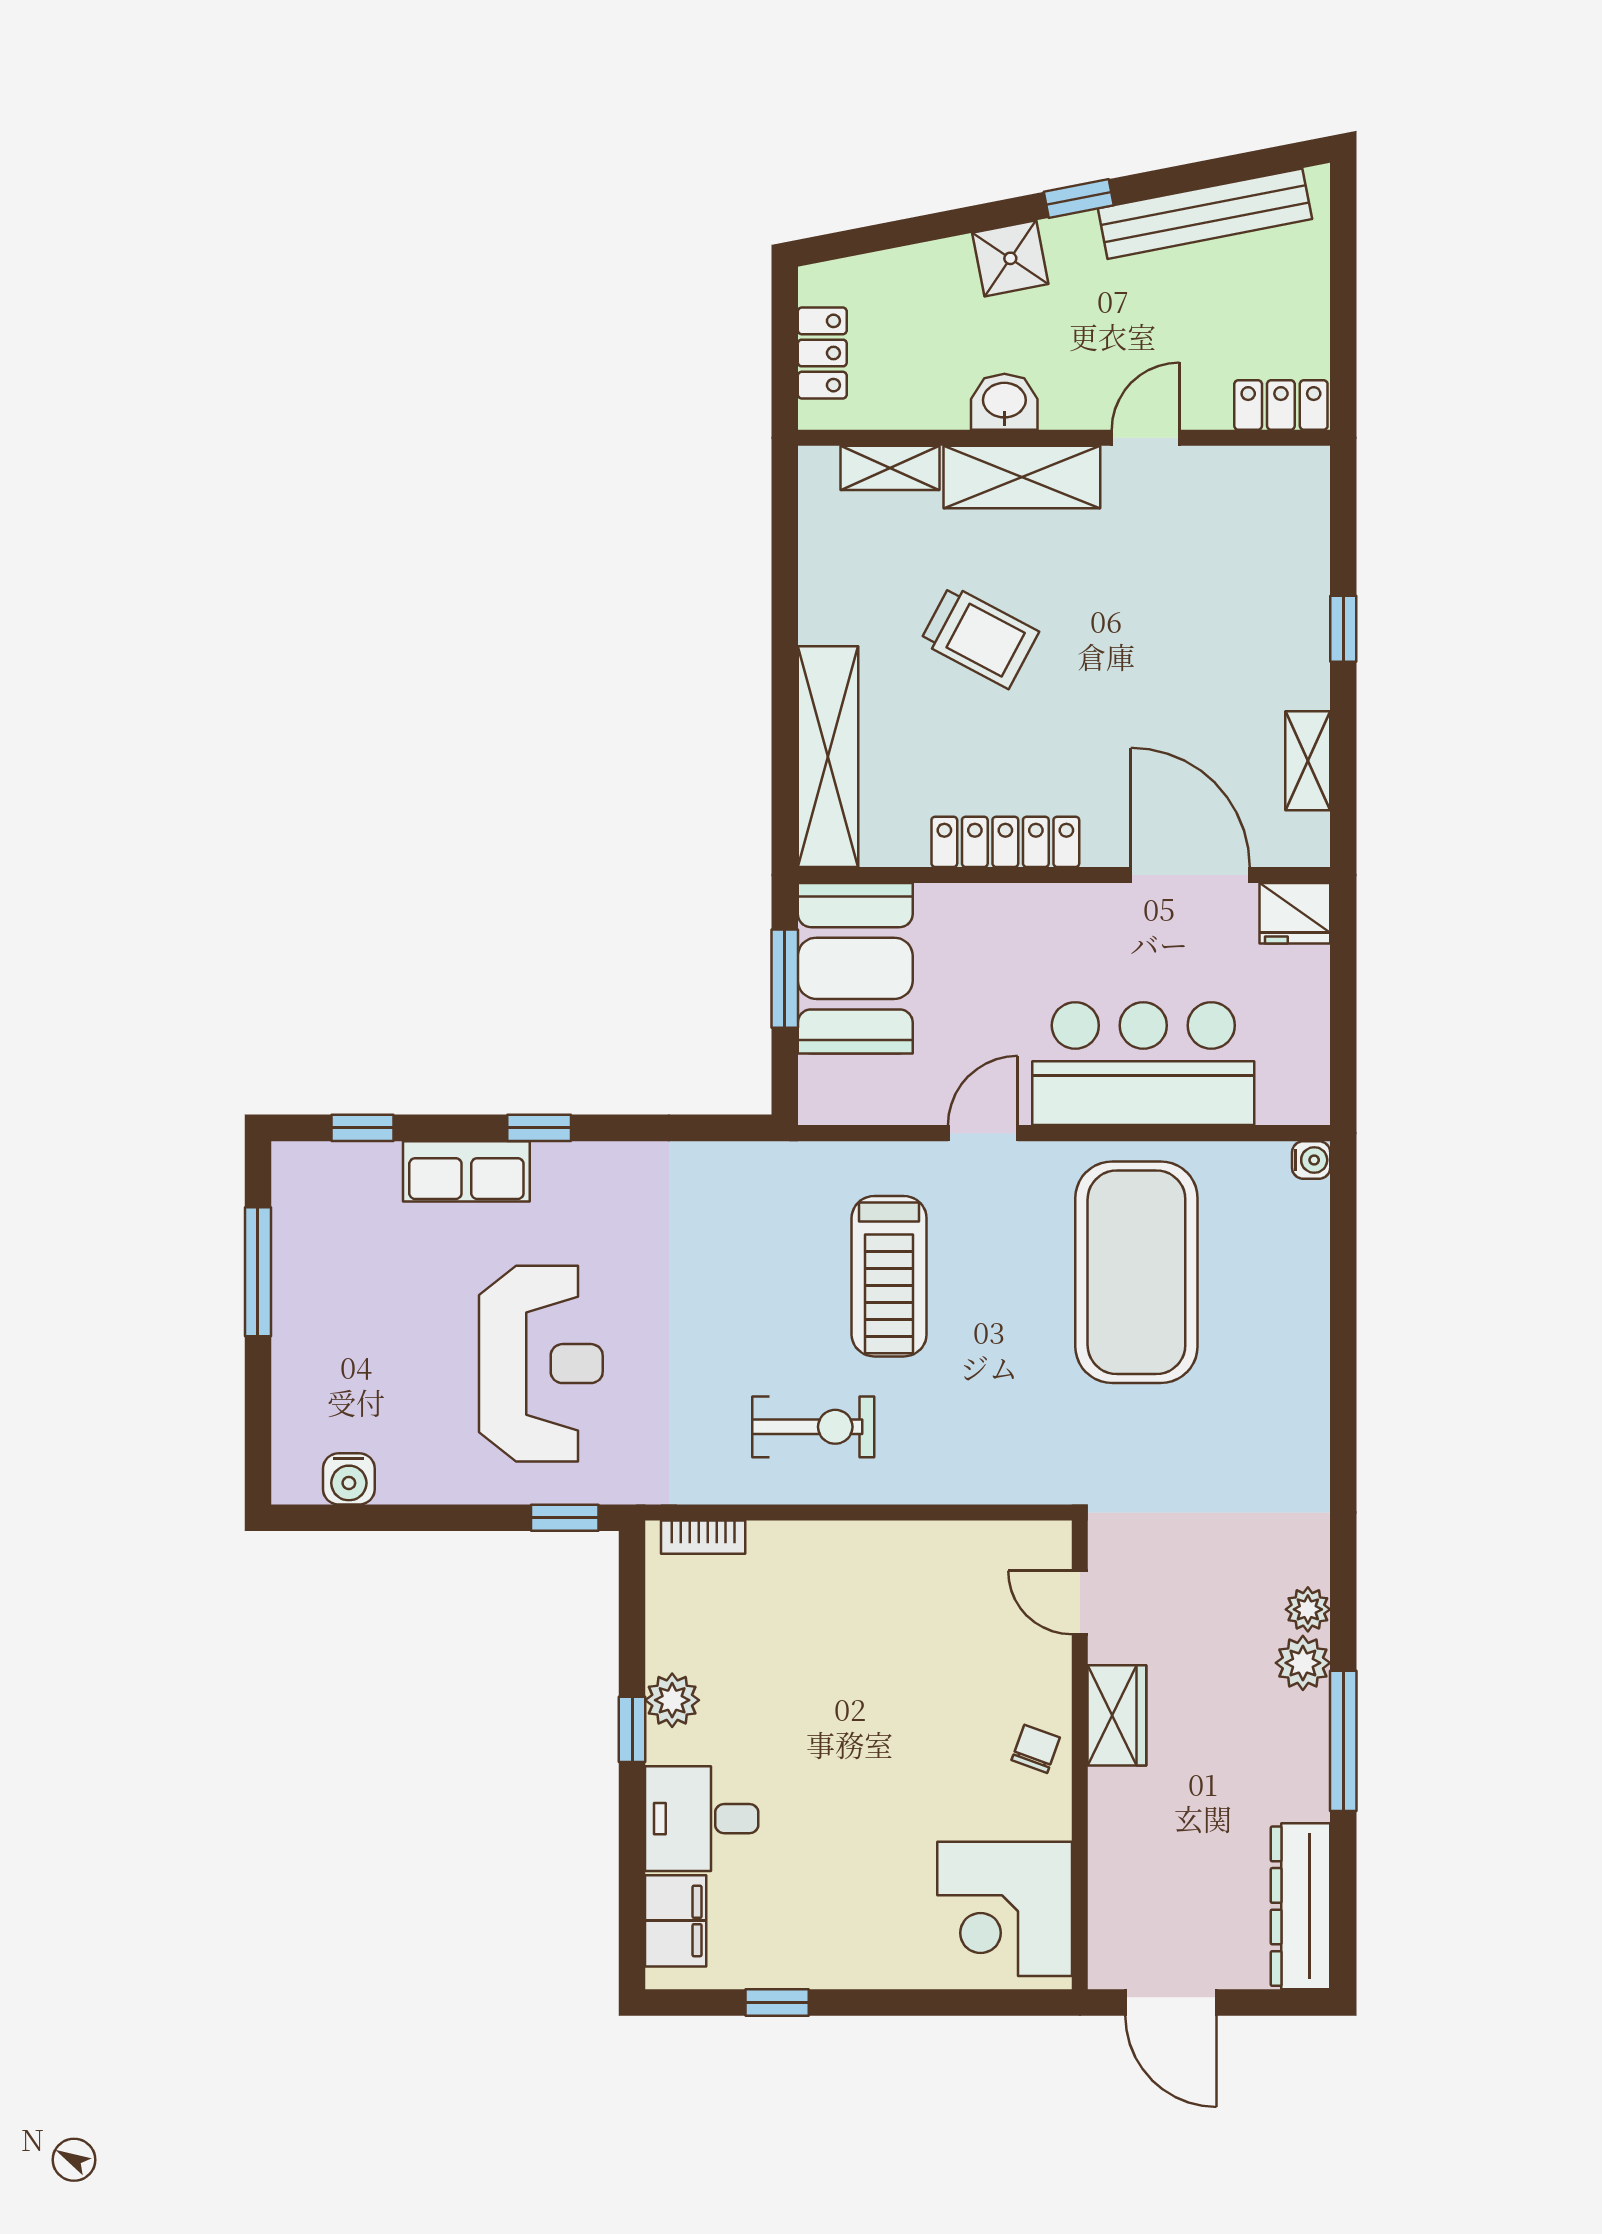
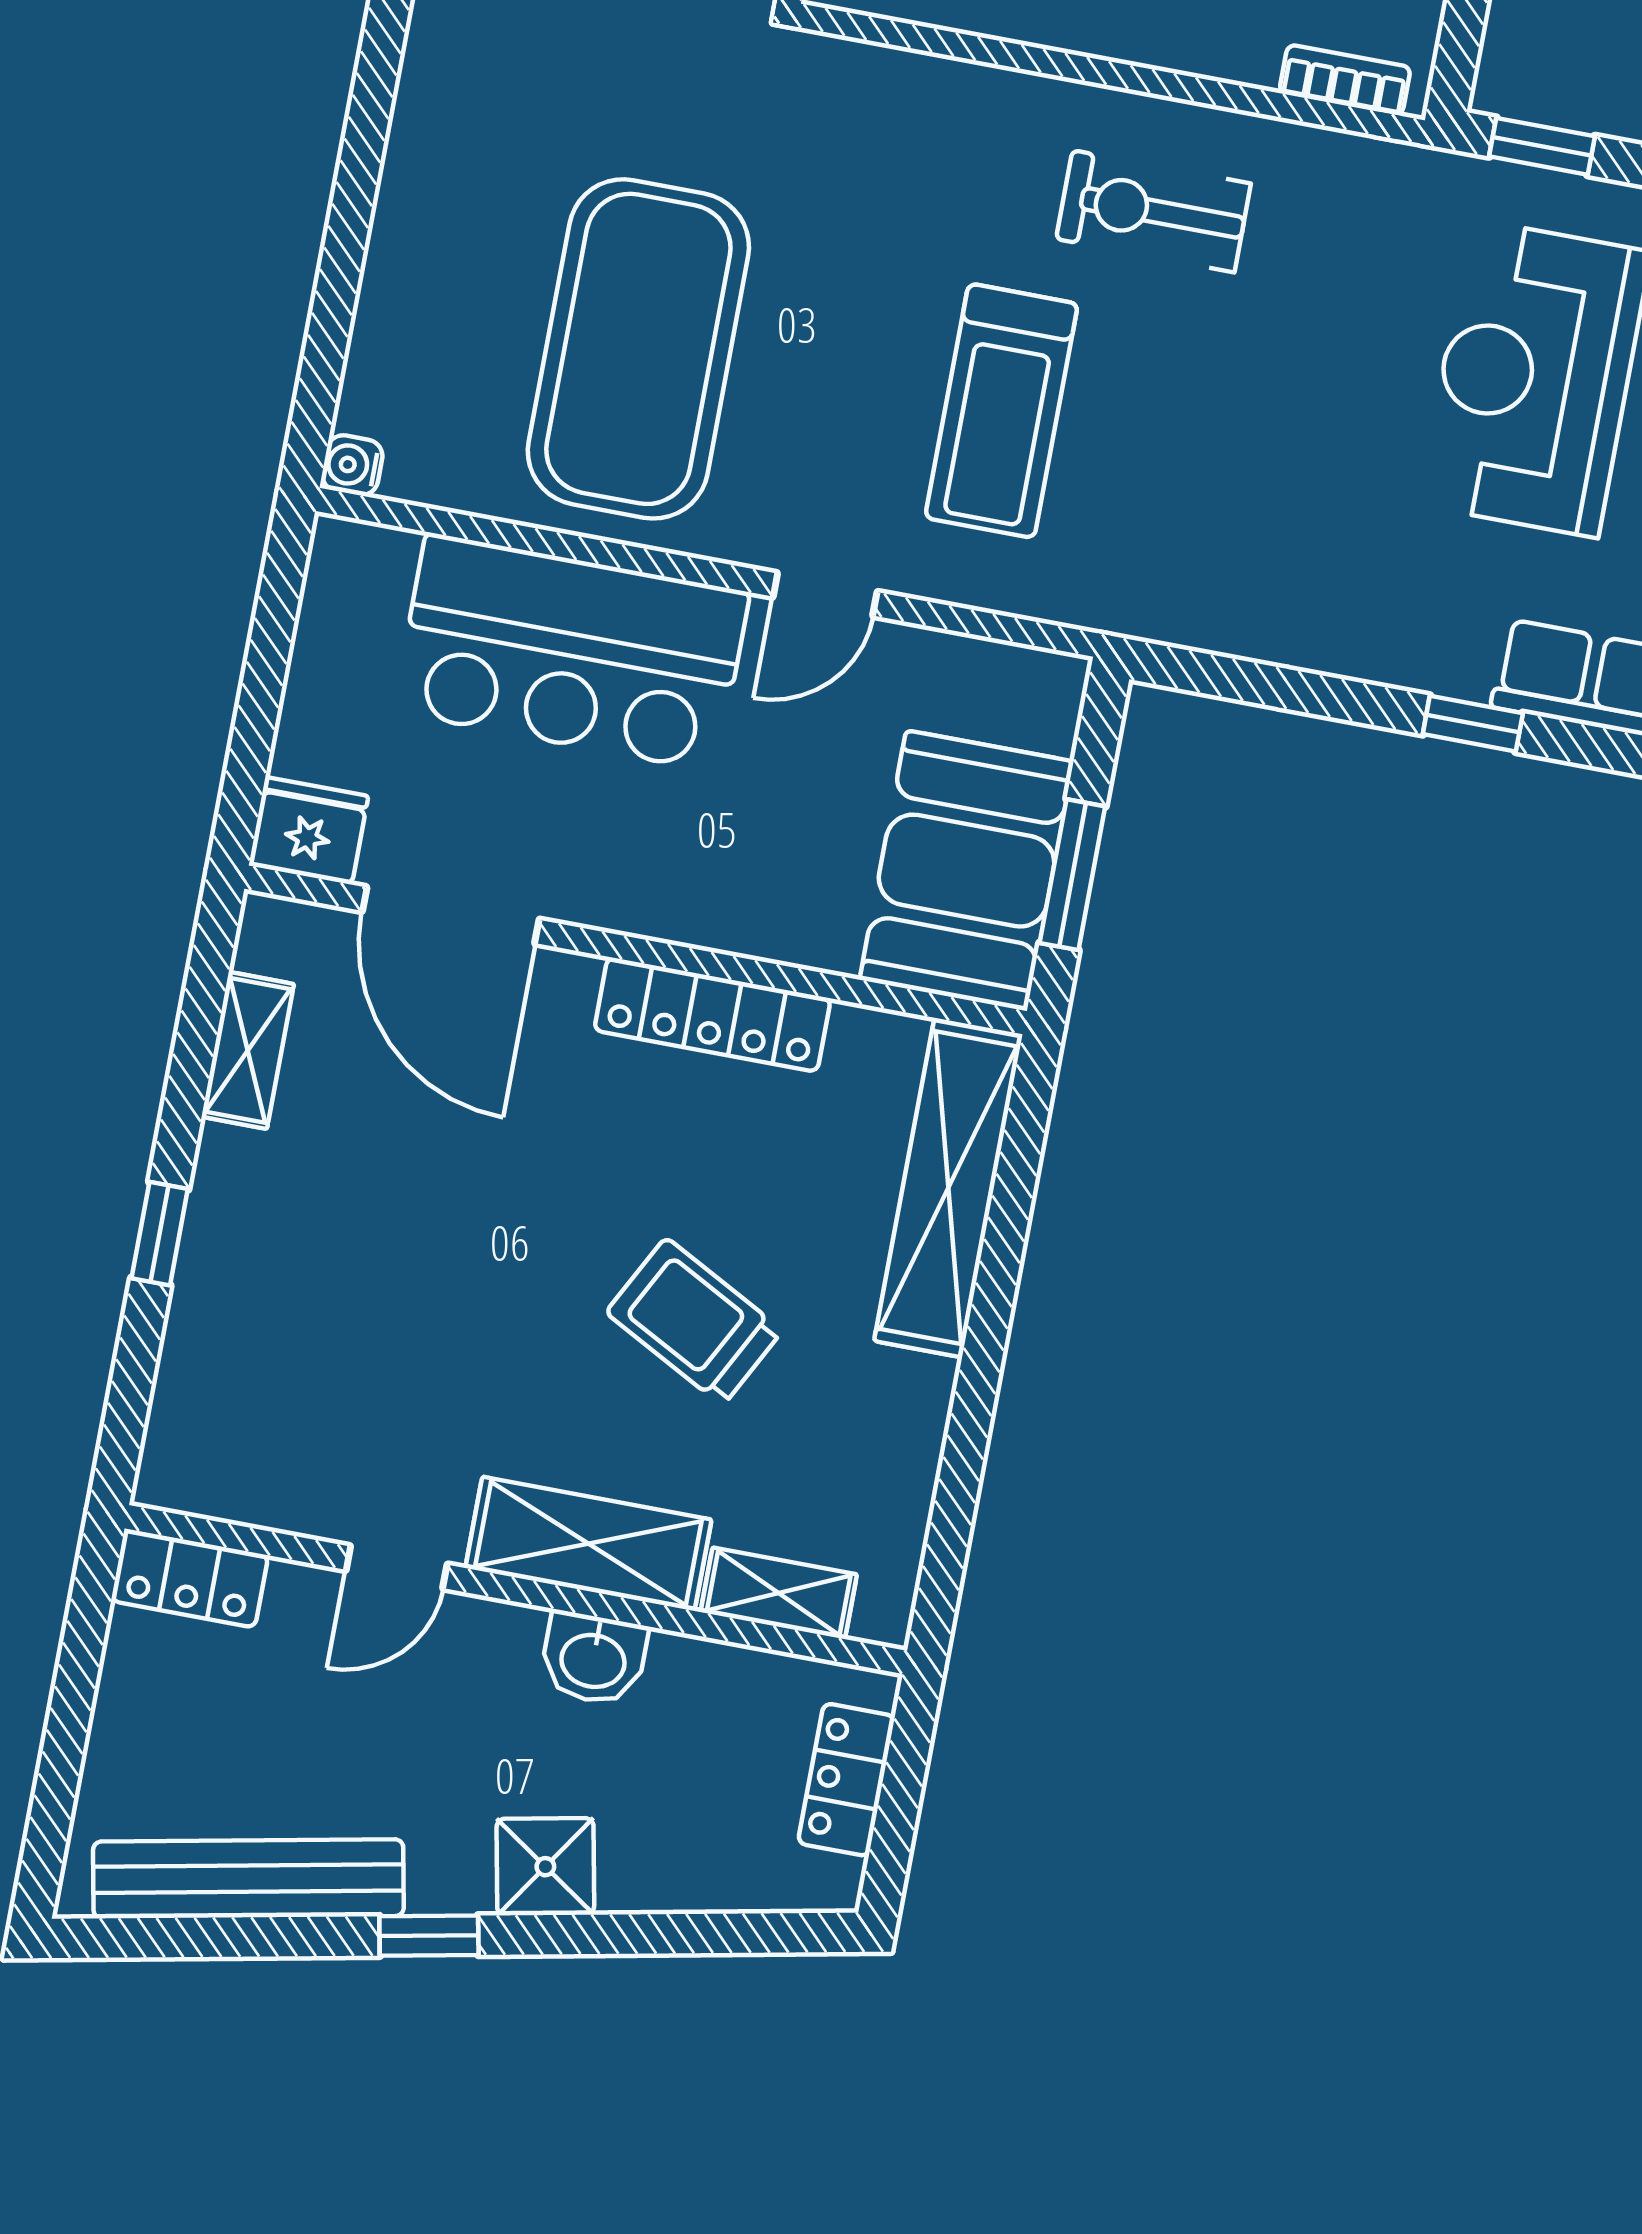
treadmill: (889, 1276) -> (1001, 411), turned 180

